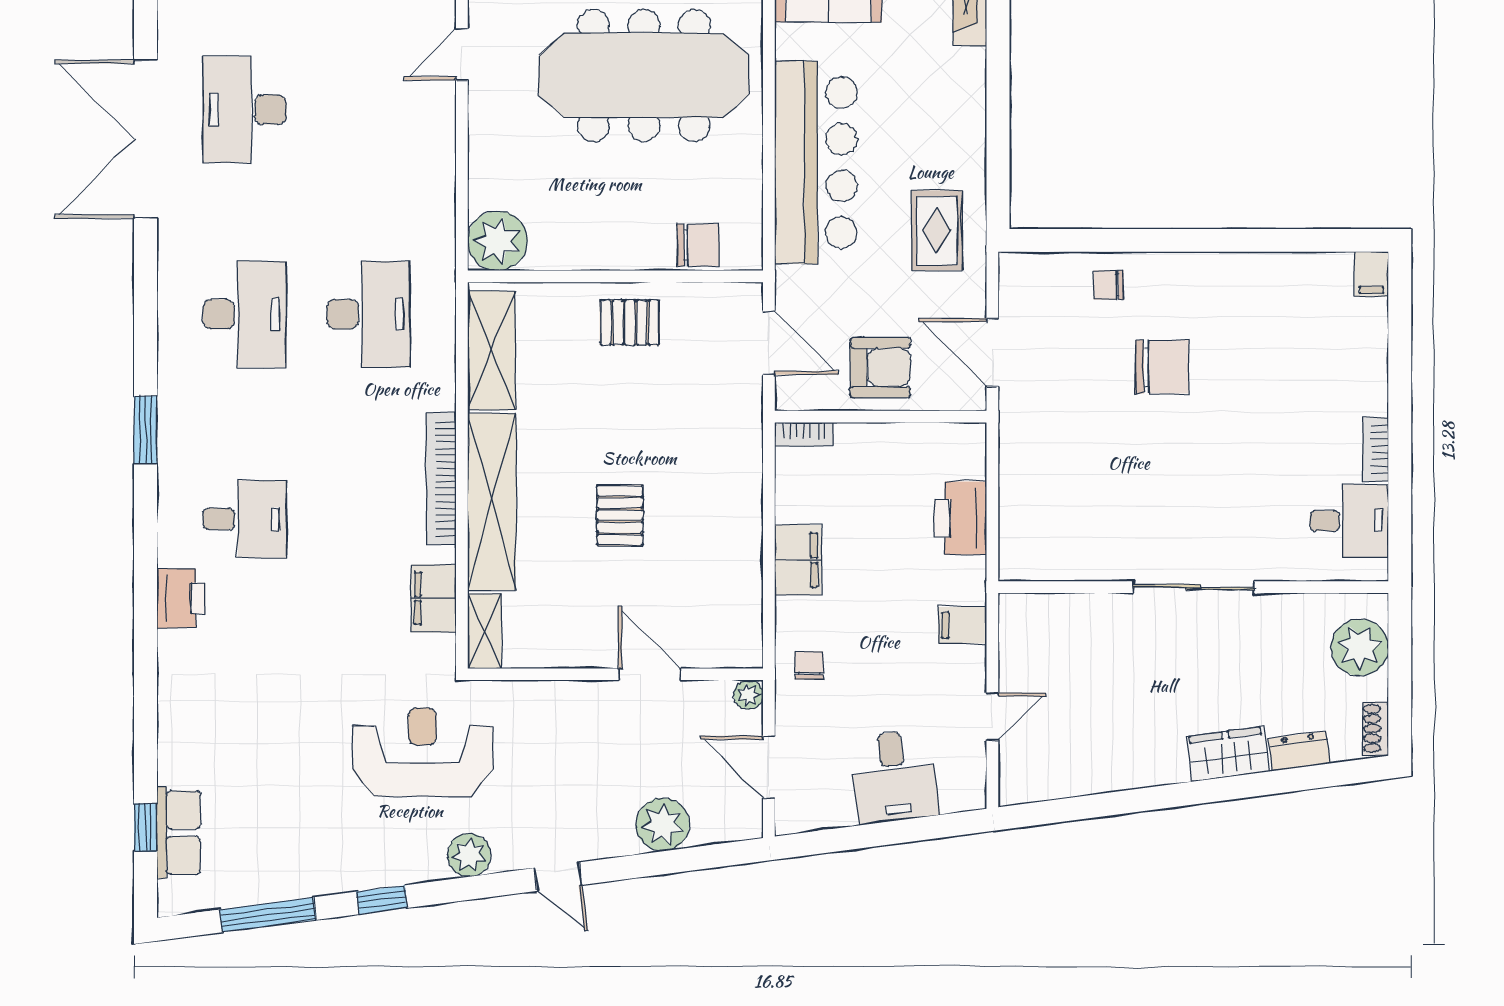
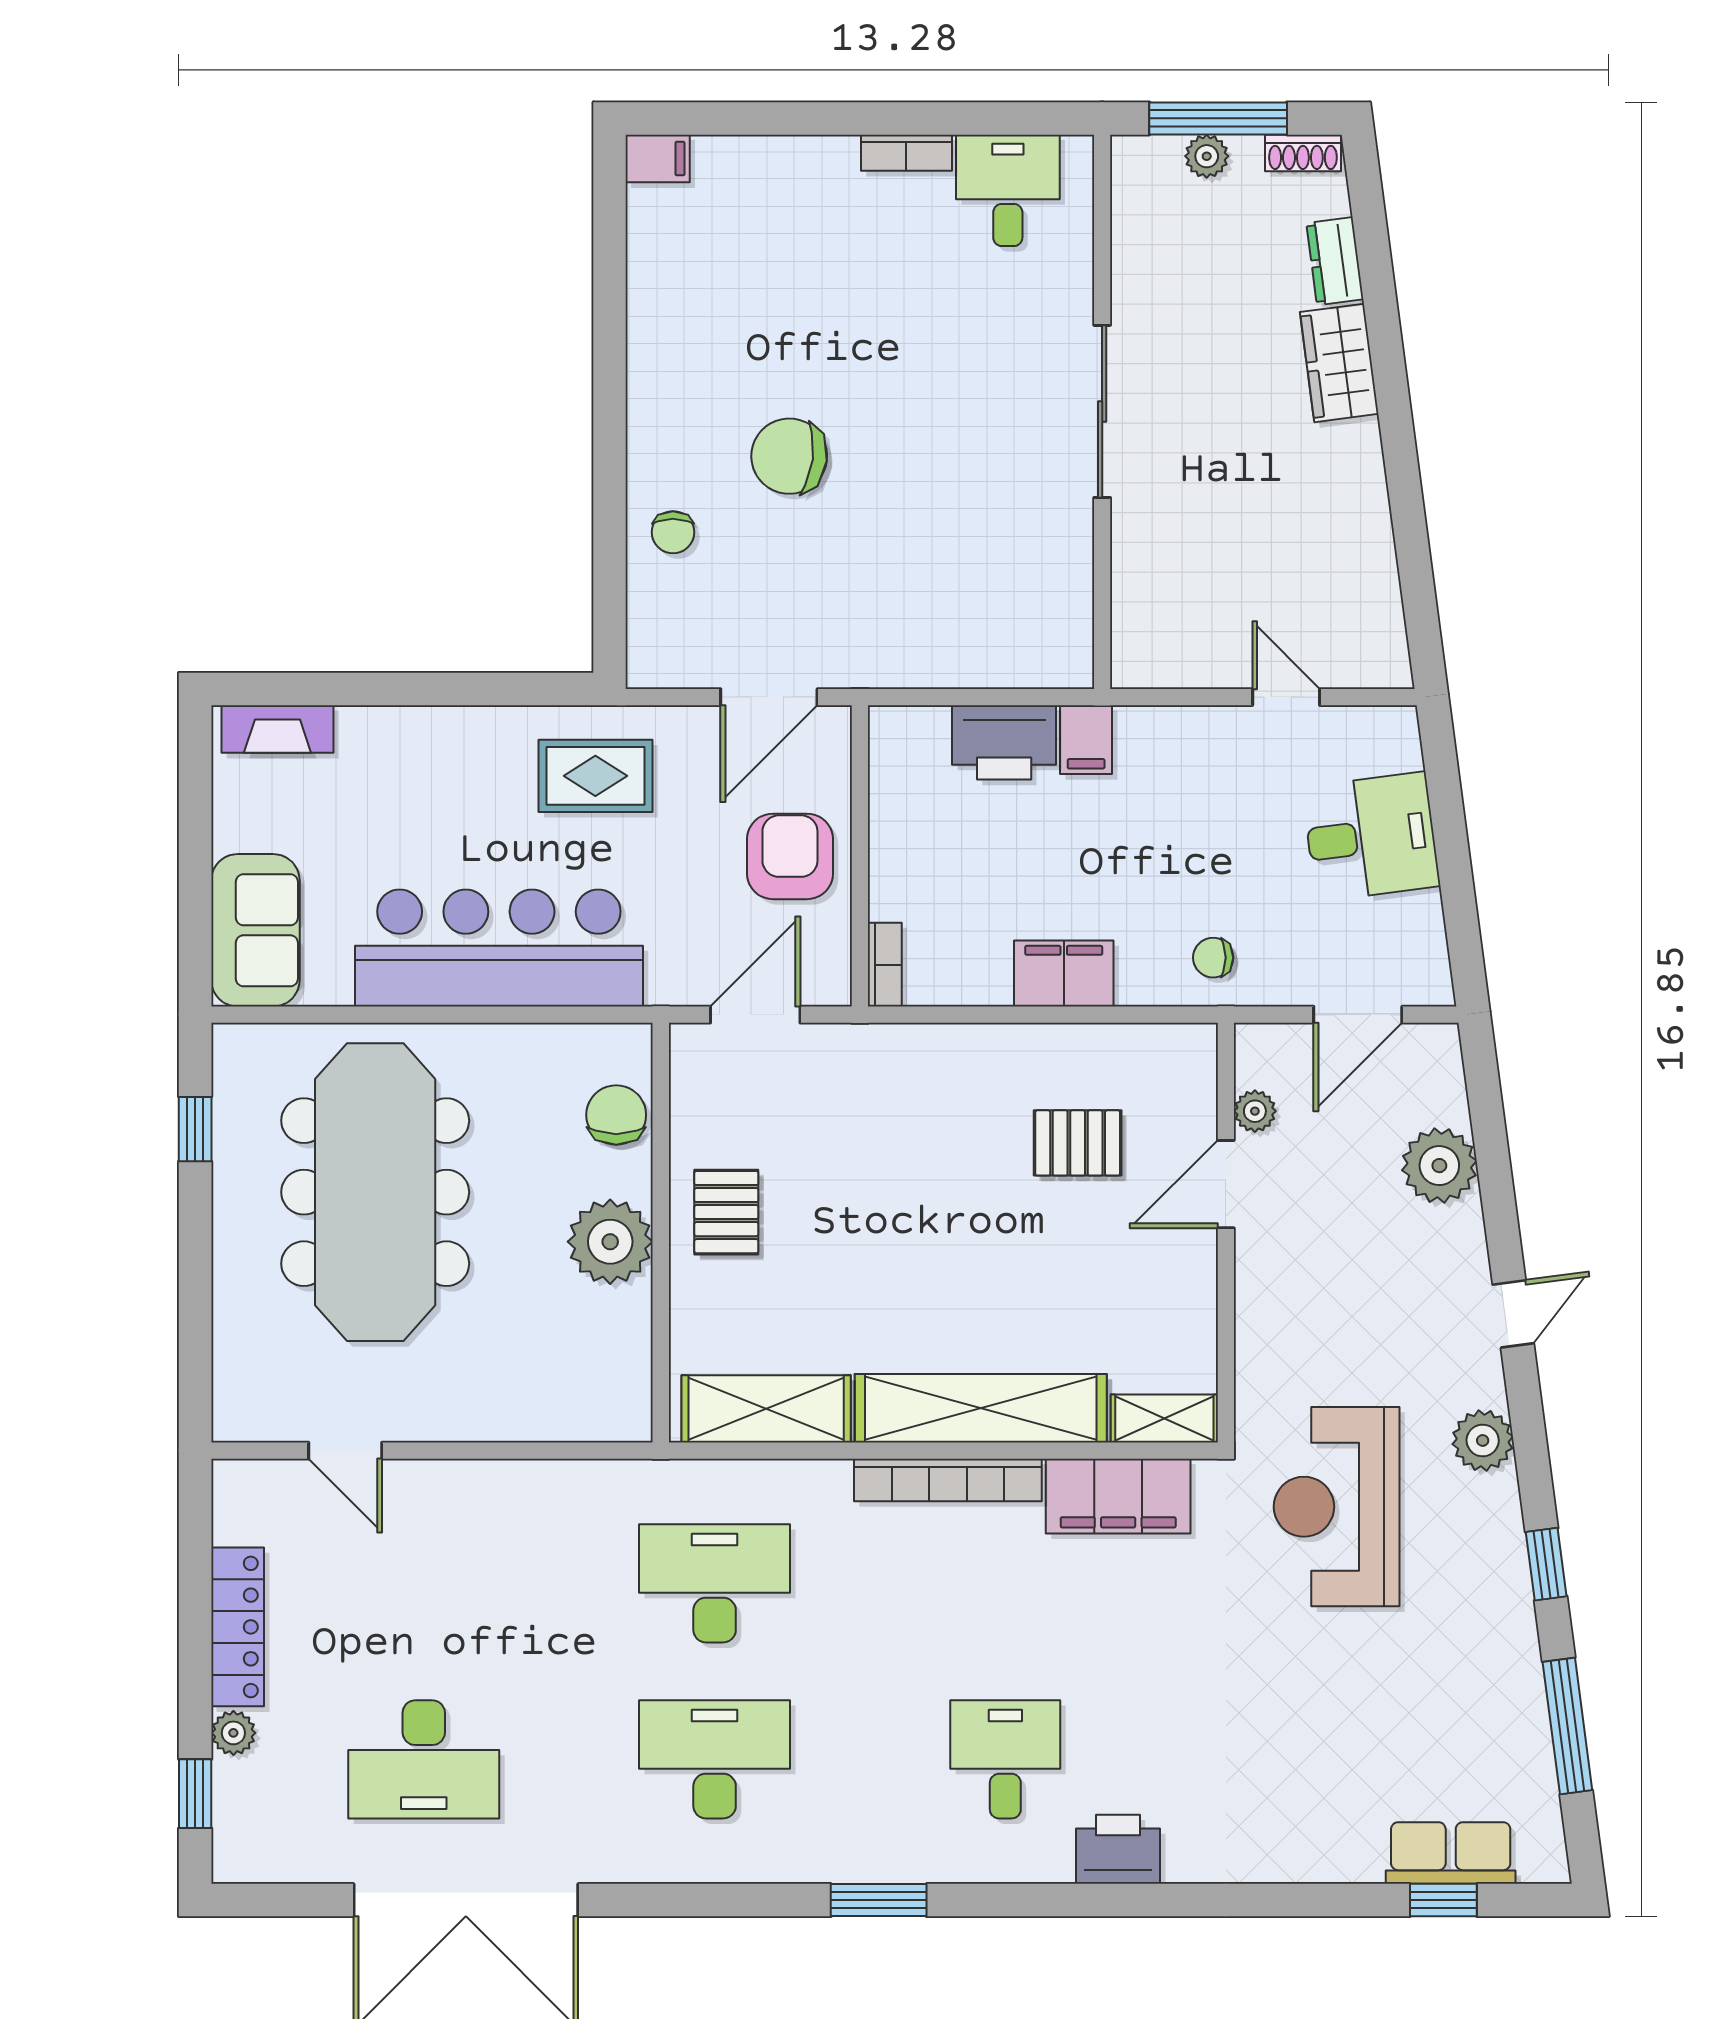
plant: (497, 241) -> (610, 1242), moved
chair: (1162, 367) -> (789, 456), turned -83
pallet: (620, 515) -> (1078, 1143), moved
filing cabinet: (434, 598) -> (1118, 1496), width x1.50, depth x1.17
filing cabinet: (962, 625) -> (1086, 740), moved
plant: (1360, 647) -> (1207, 156), width x0.53, depth x0.53
window: (1400, 669) -> (1218, 118), added
plant: (748, 695) -> (1255, 1111), moved

